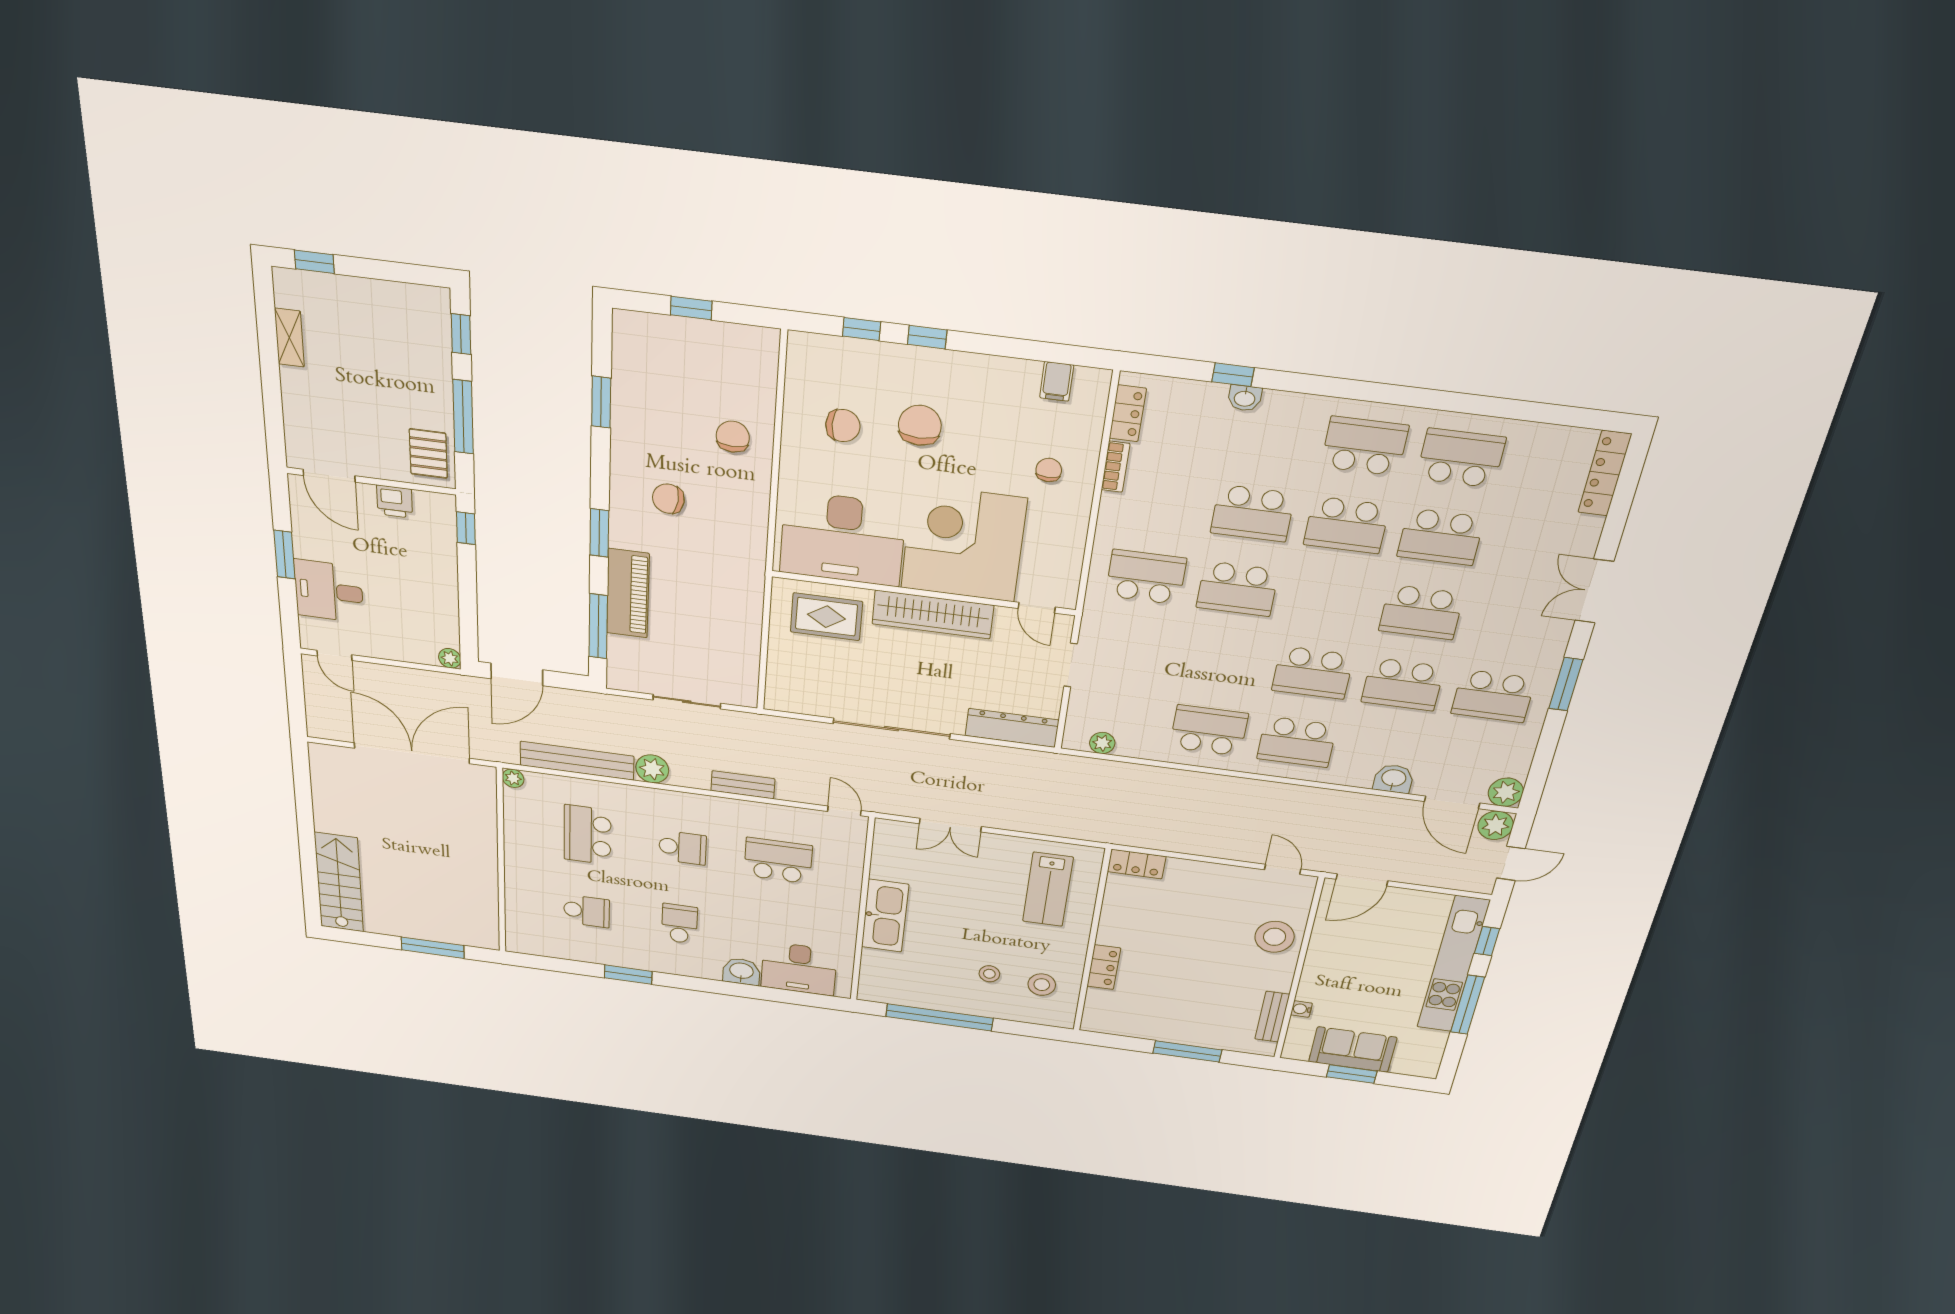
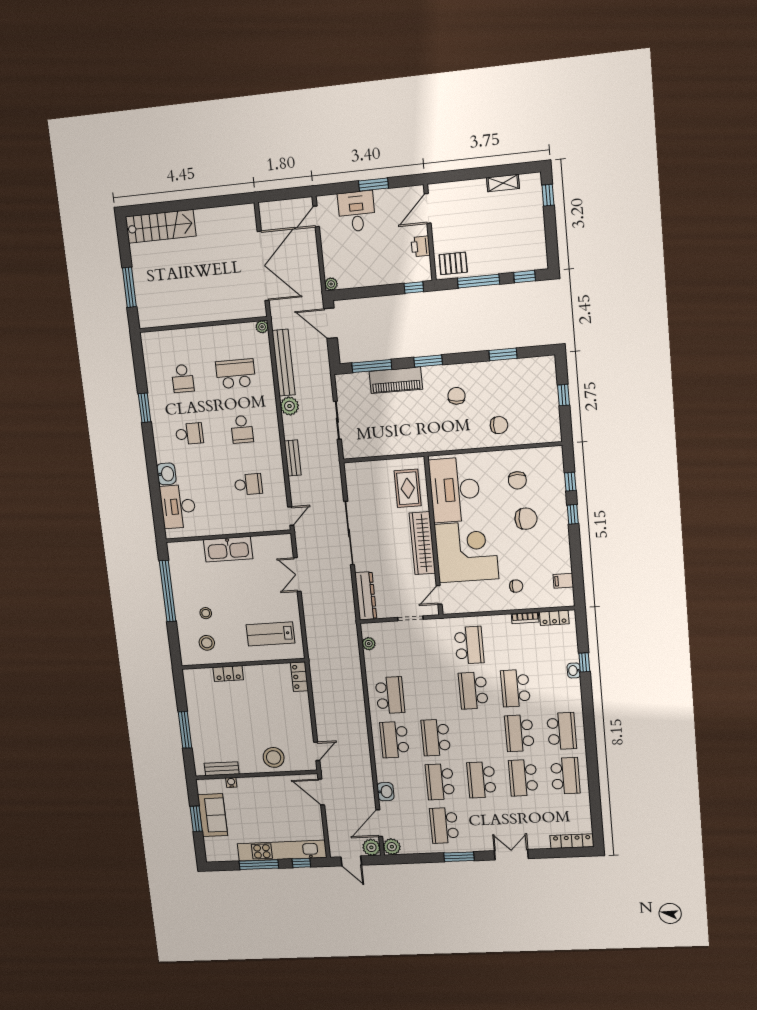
school desk: (778, 861) -> (248, 484), width x0.54

